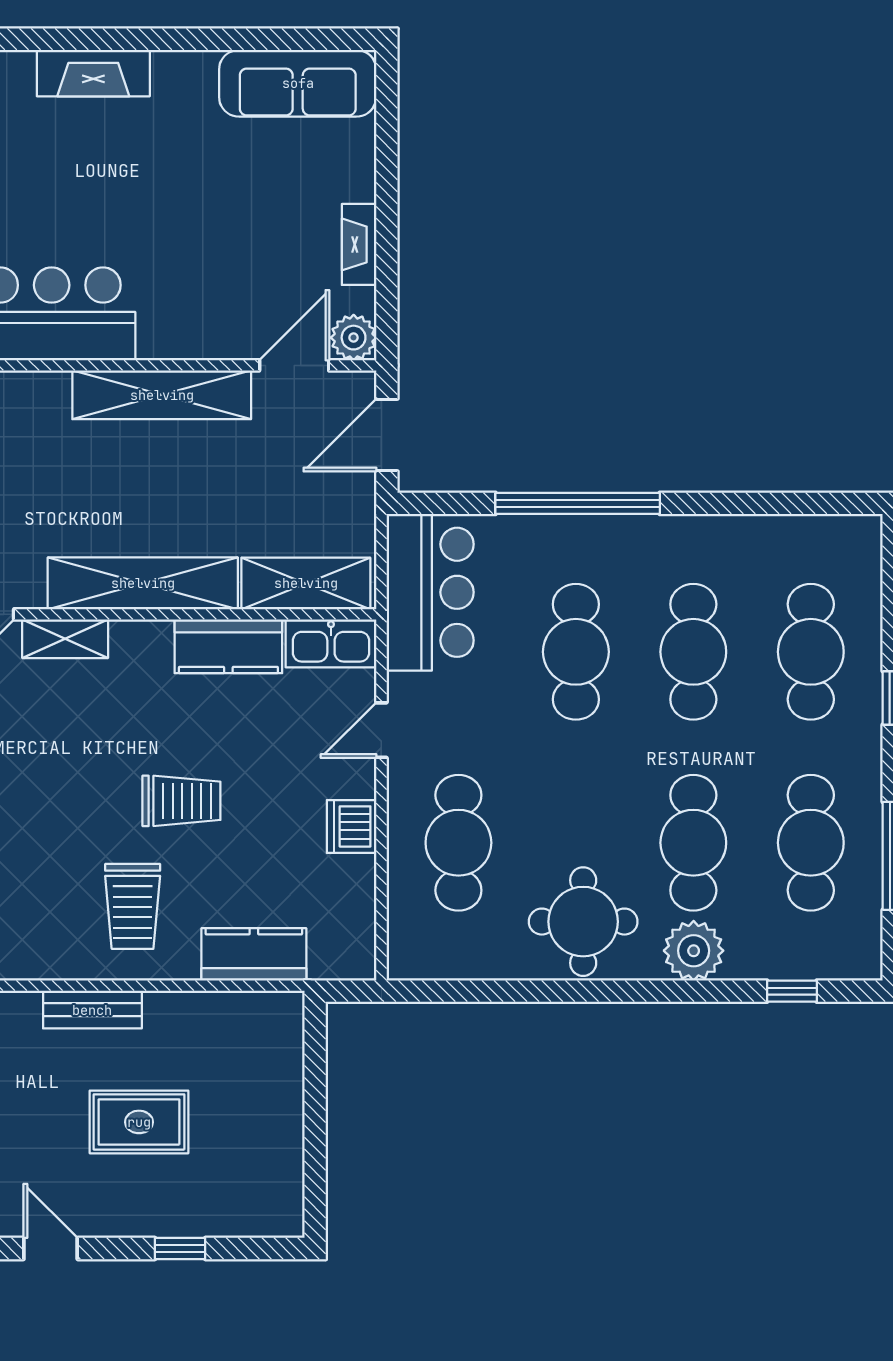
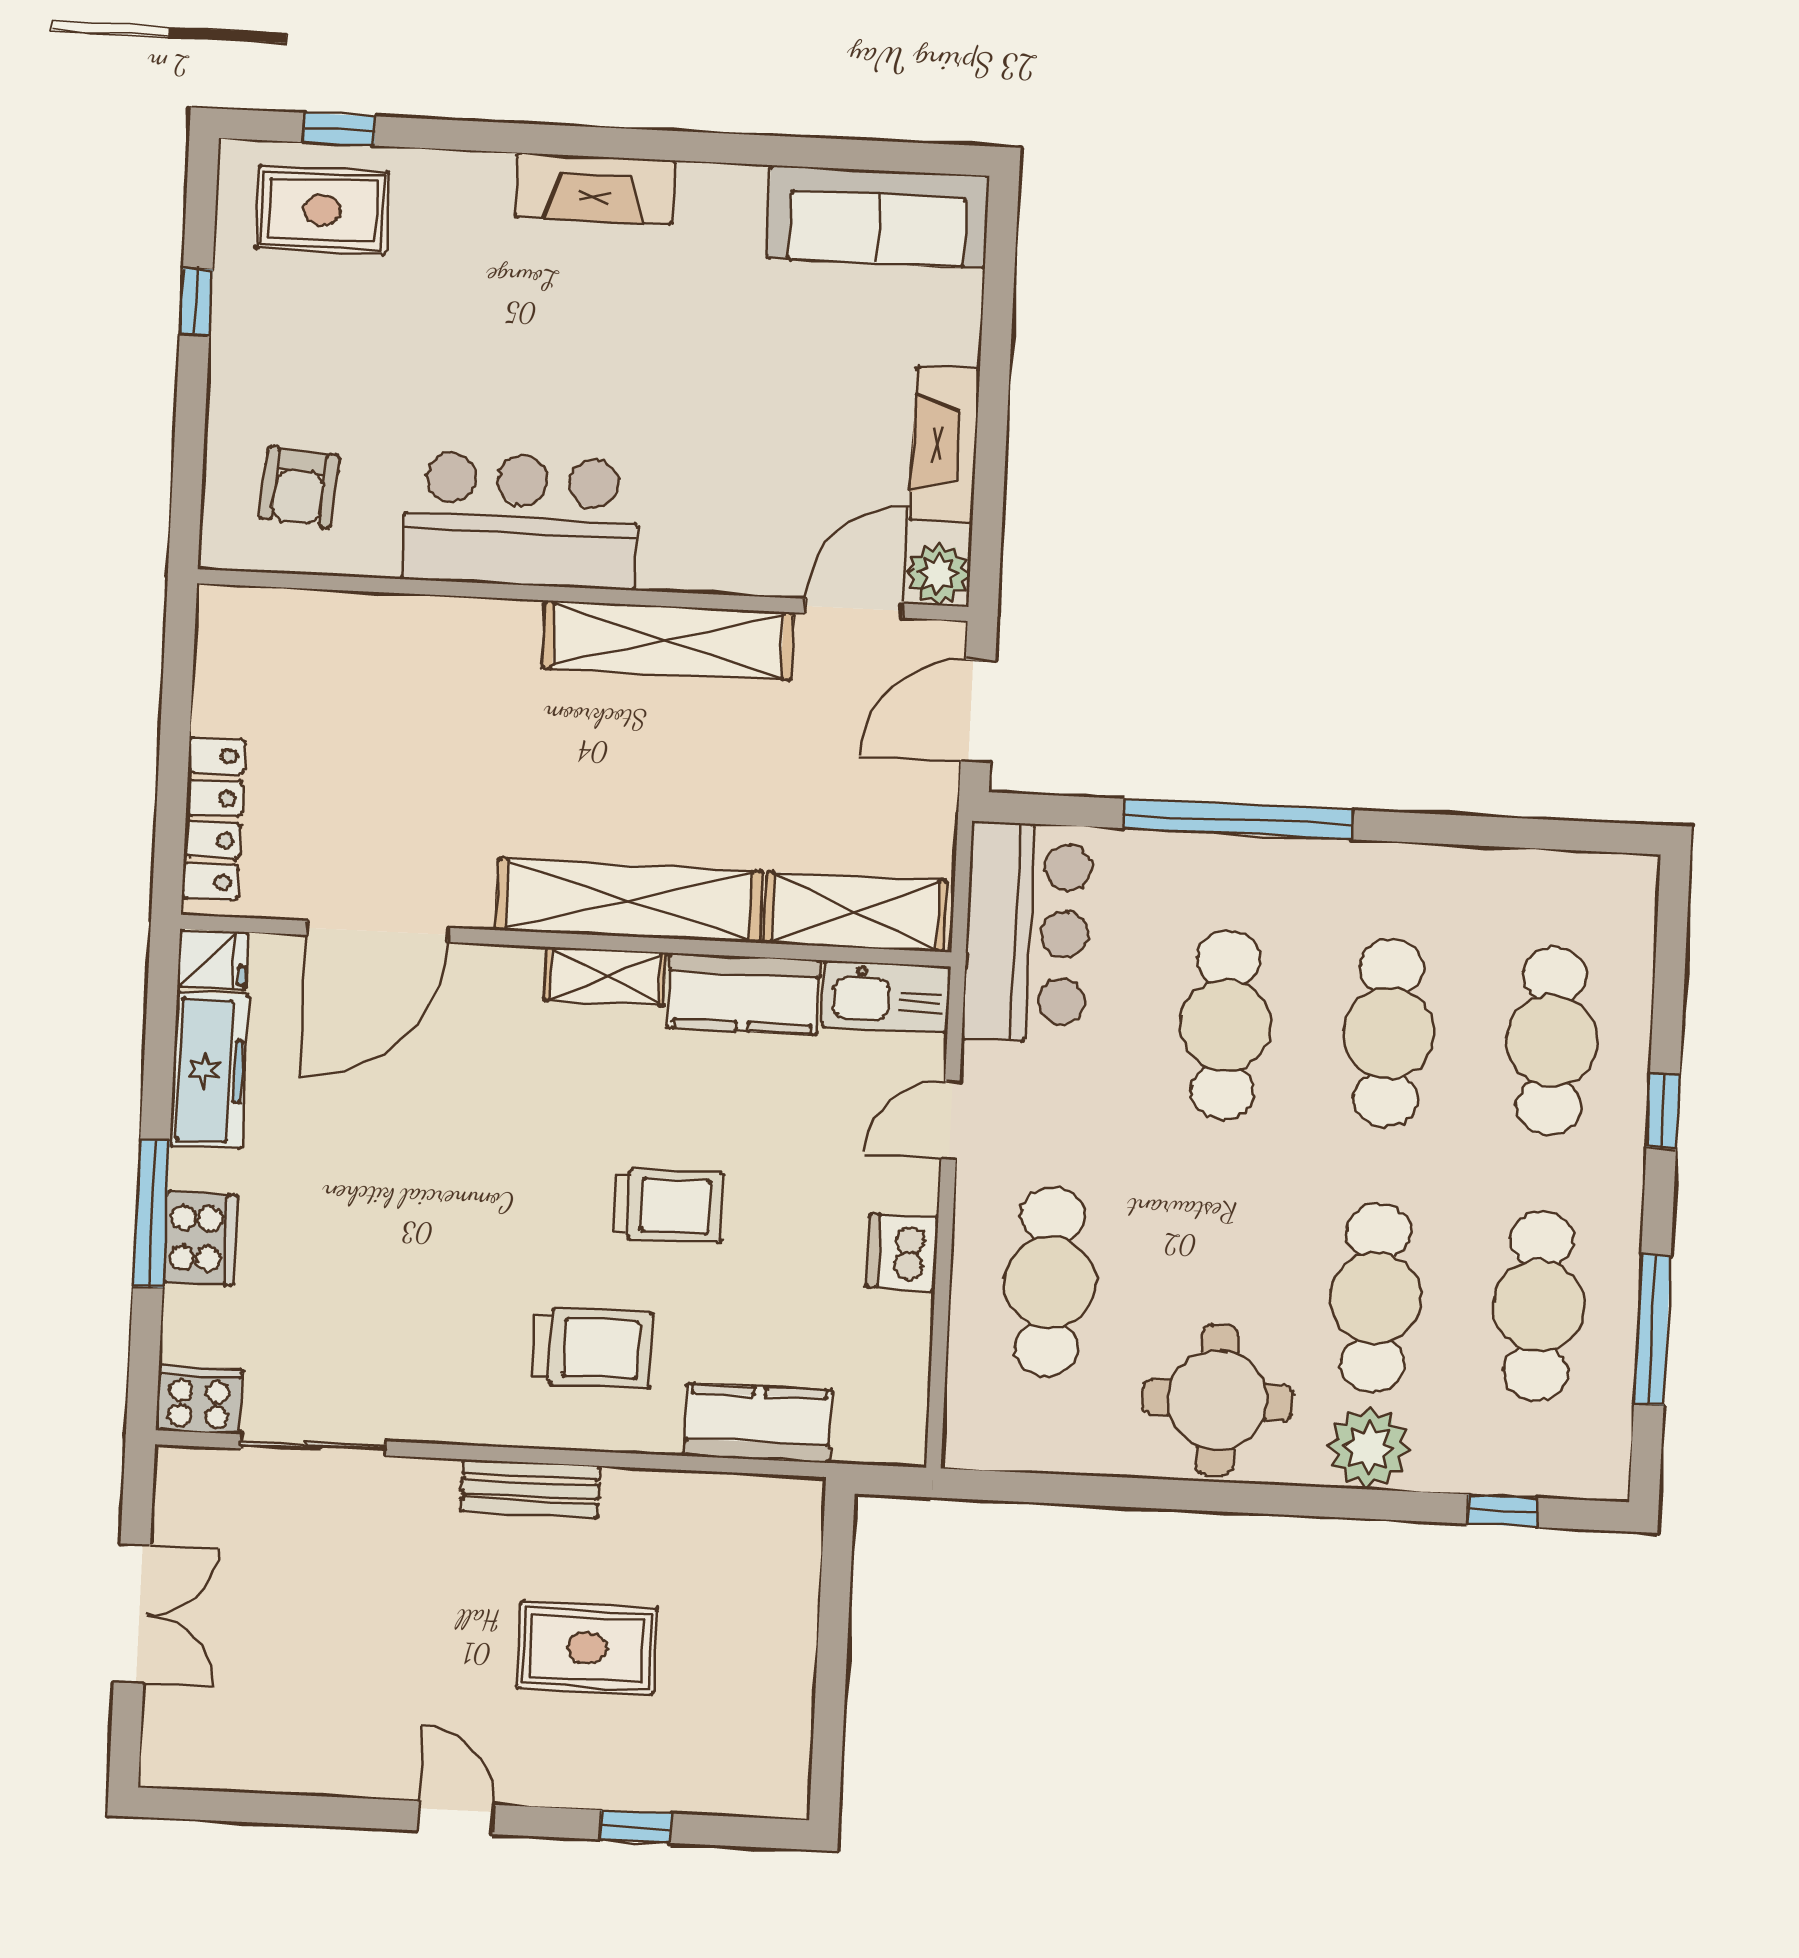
fireplace: (359, 244) -> (945, 444), width x1.37, depth x1.32
shelving: (65, 639) -> (605, 976), moved
trolley: (133, 906) -> (593, 1348), turned -90

